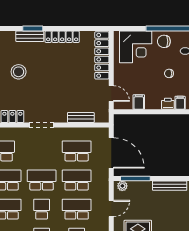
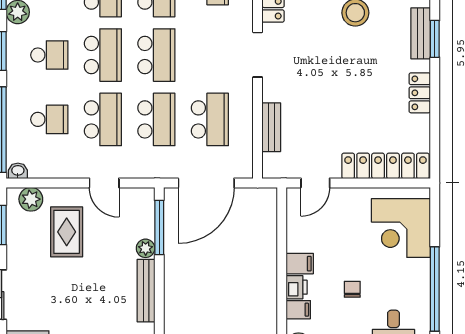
locker: (62, 37) -> (420, 93), width x0.66
chair: (164, 41) -> (411, 280), removed
filing cabinet: (139, 102) -> (300, 264), moved
plant: (122, 186) -> (146, 248), moved
school desk: (42, 209) -> (103, 55), width x1.85

